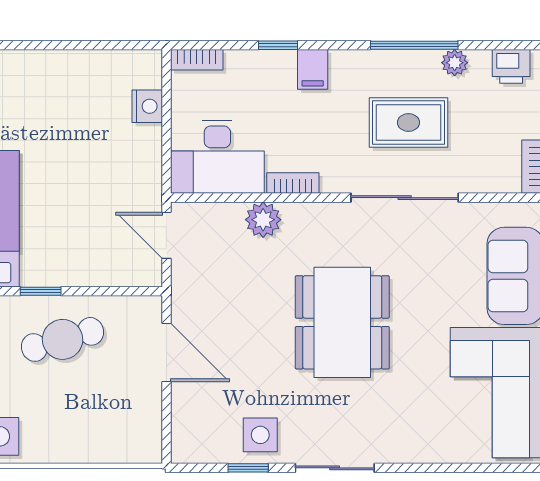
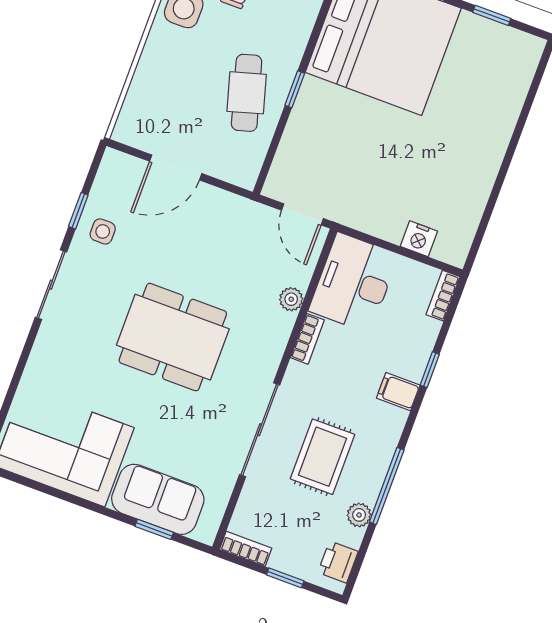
plant: (263, 220) -> (291, 299), width x0.73, depth x0.73
door: (166, 235) -> (303, 214), swing flipped
door: (166, 352) -> (176, 167), moved
side table: (260, 435) -> (103, 231), width x0.73, depth x0.73

